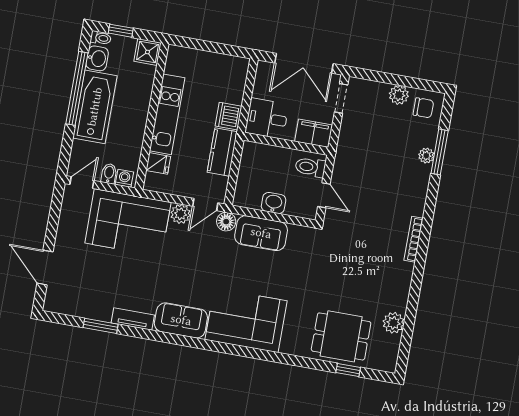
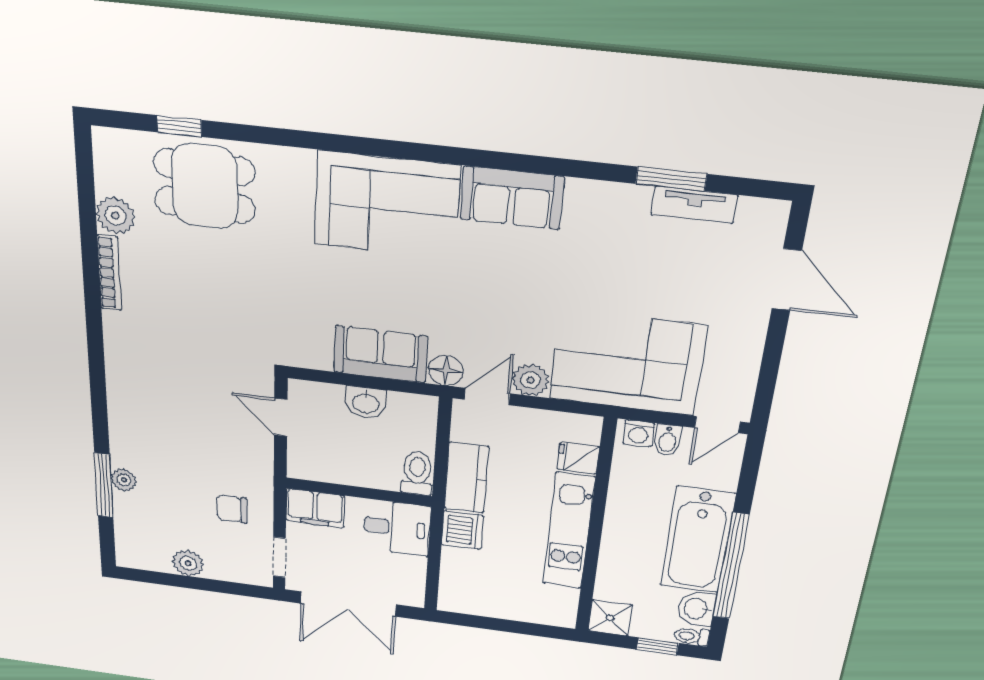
double door: (304, 63) -> (348, 604), swing flipped
chair: (423, 108) -> (232, 509), moved
toilet: (310, 167) -> (417, 473), moved, turned -90
bookcase: (413, 239) -> (109, 273), moved
tv unit: (133, 319) -> (694, 205), moved

